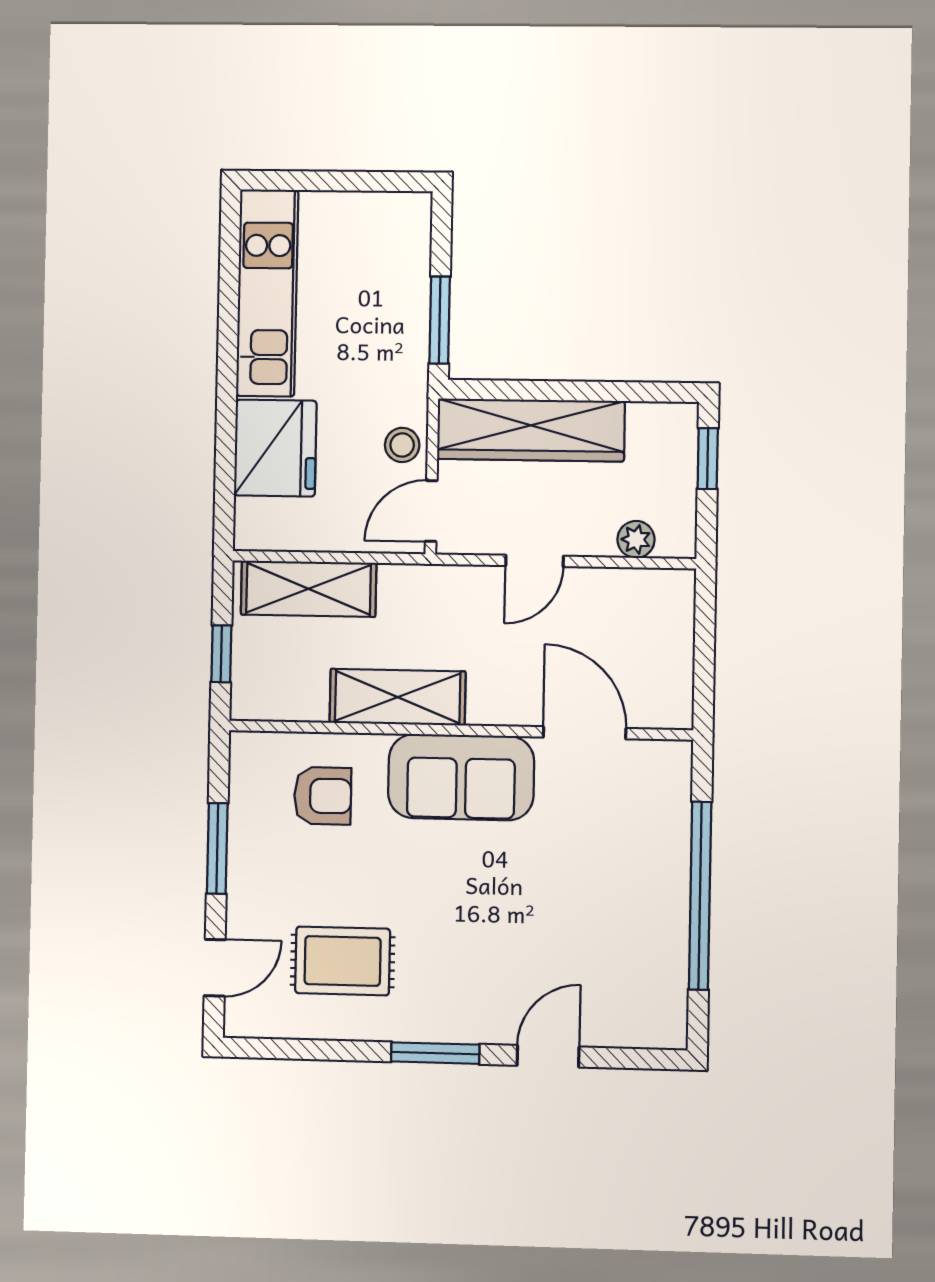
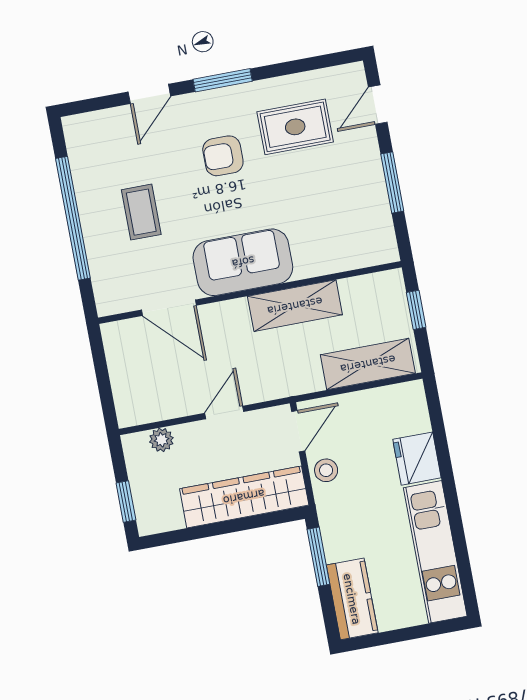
kitchen counter: (403, 248) -> (352, 599), added
fridge: (275, 448) -> (417, 459), width x0.73, depth x0.75
armchair: (323, 796) -> (223, 156), moved
coffee table: (596, 883) -> (141, 212), added

